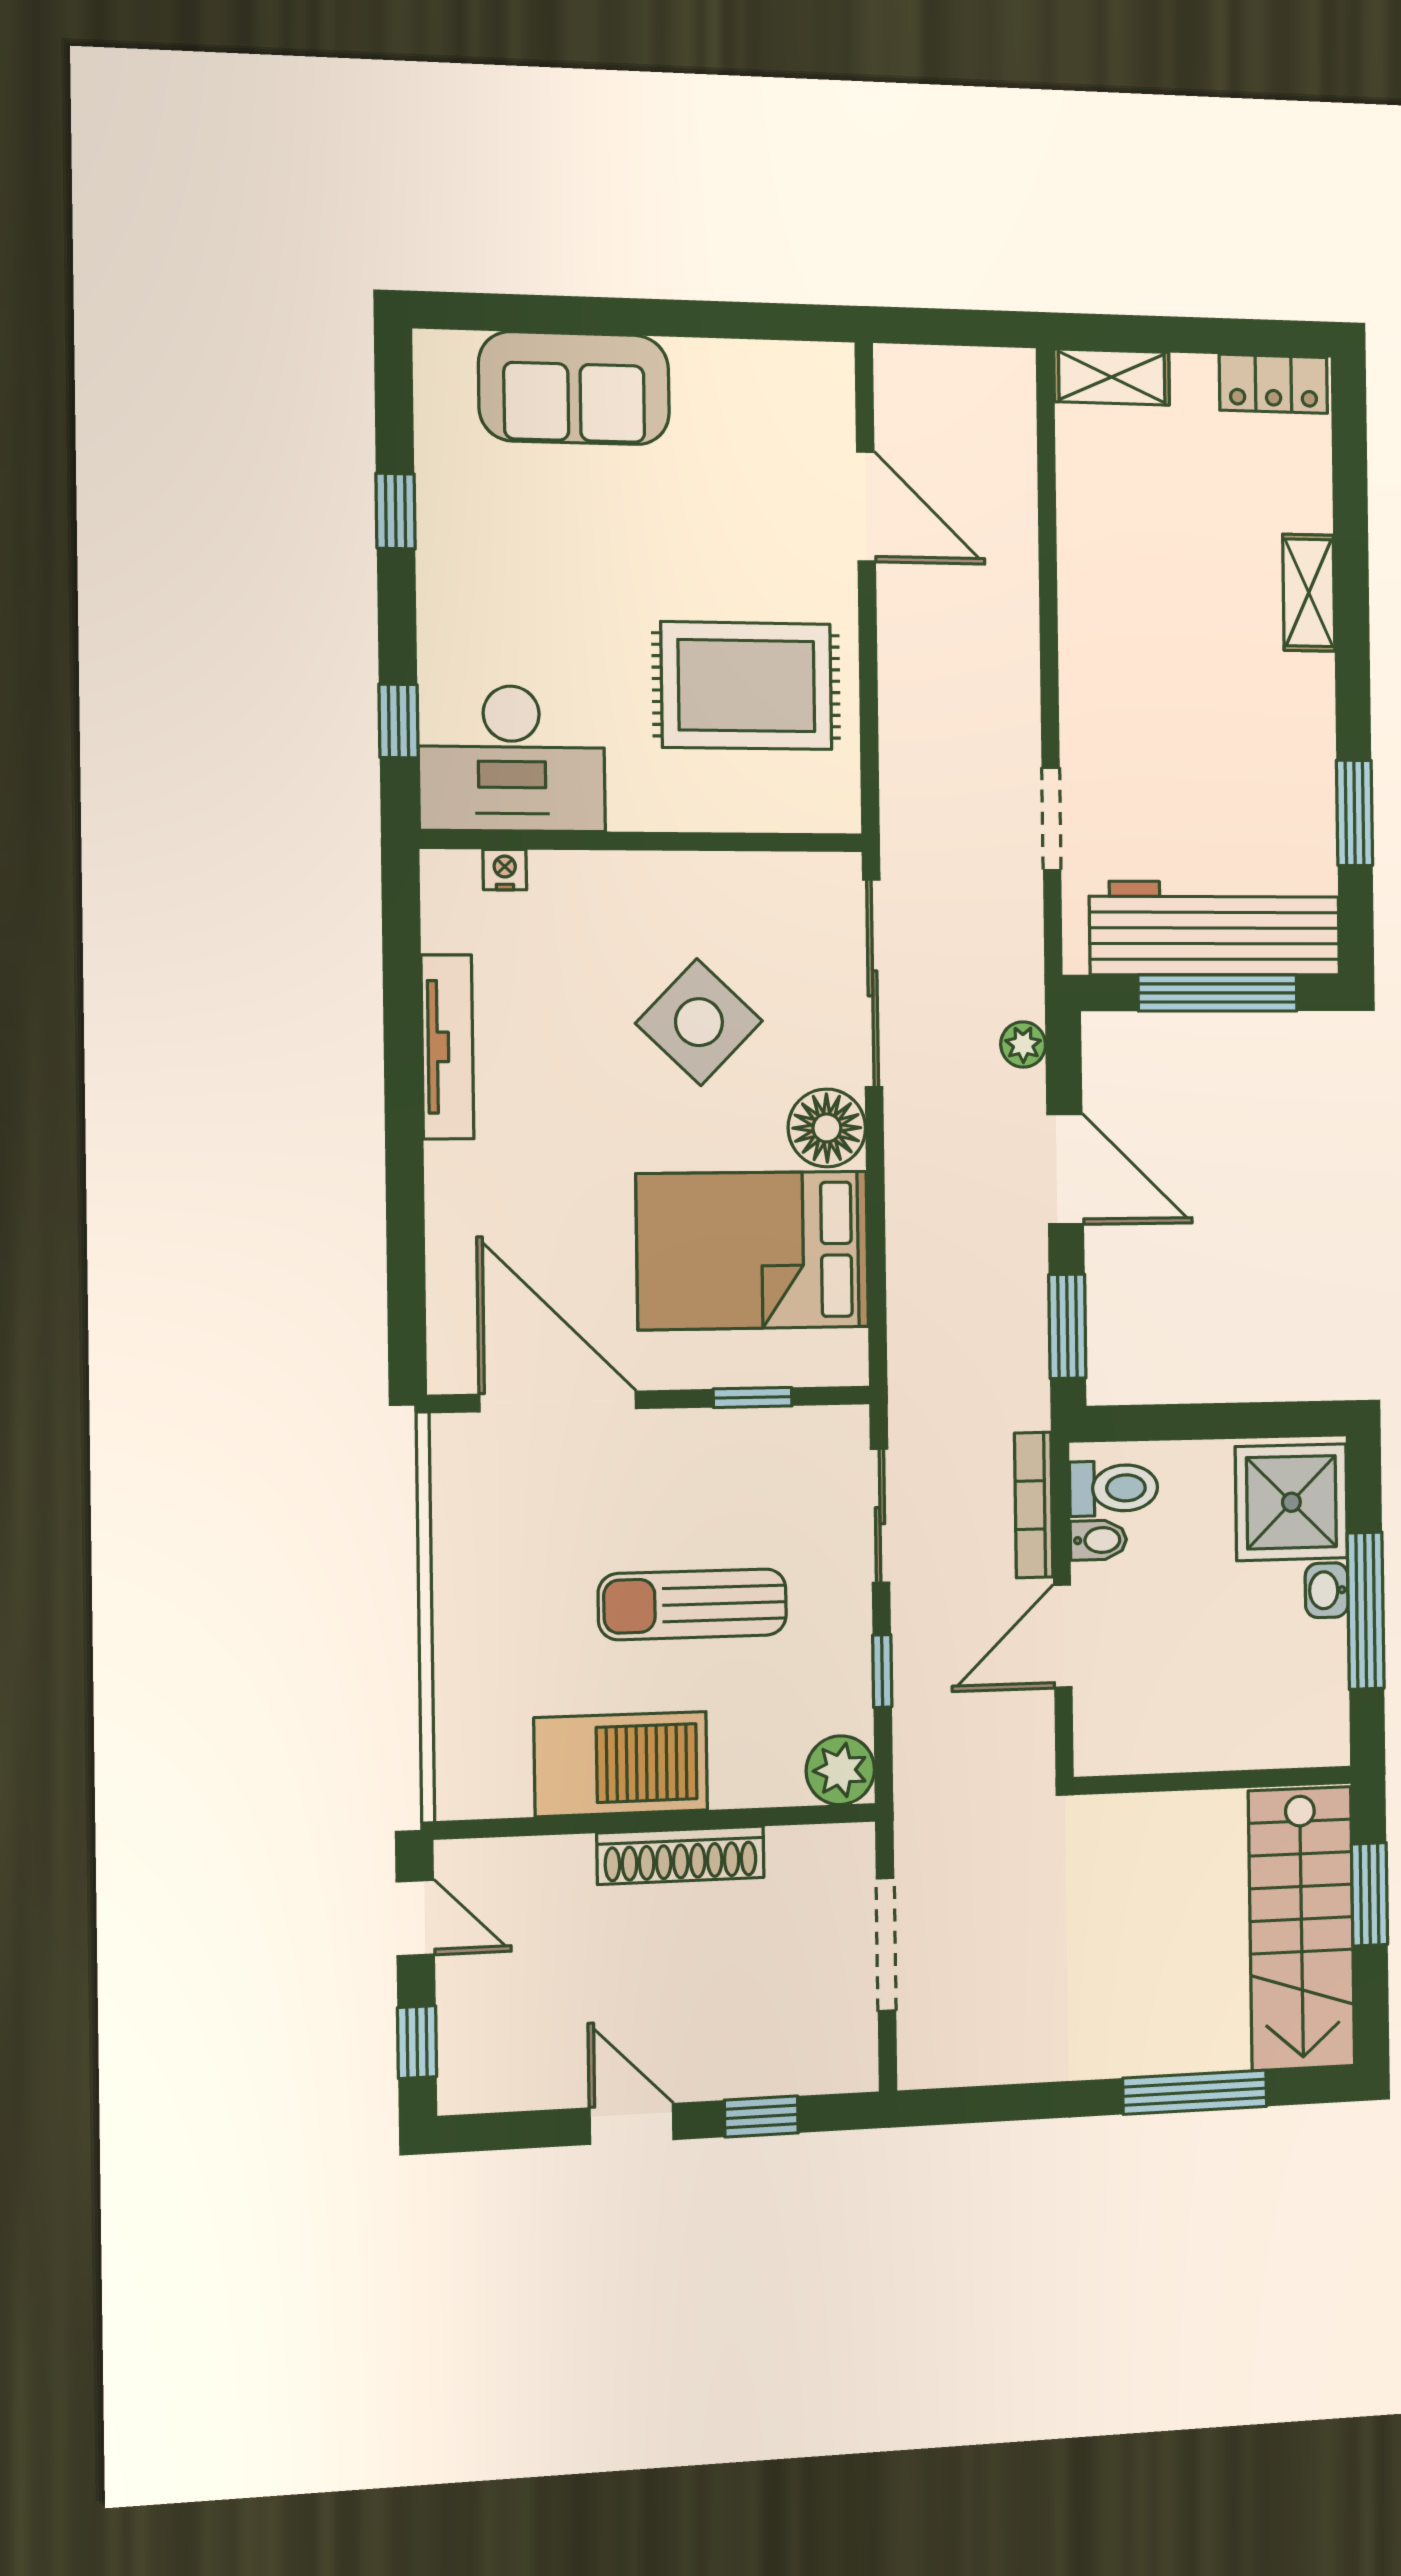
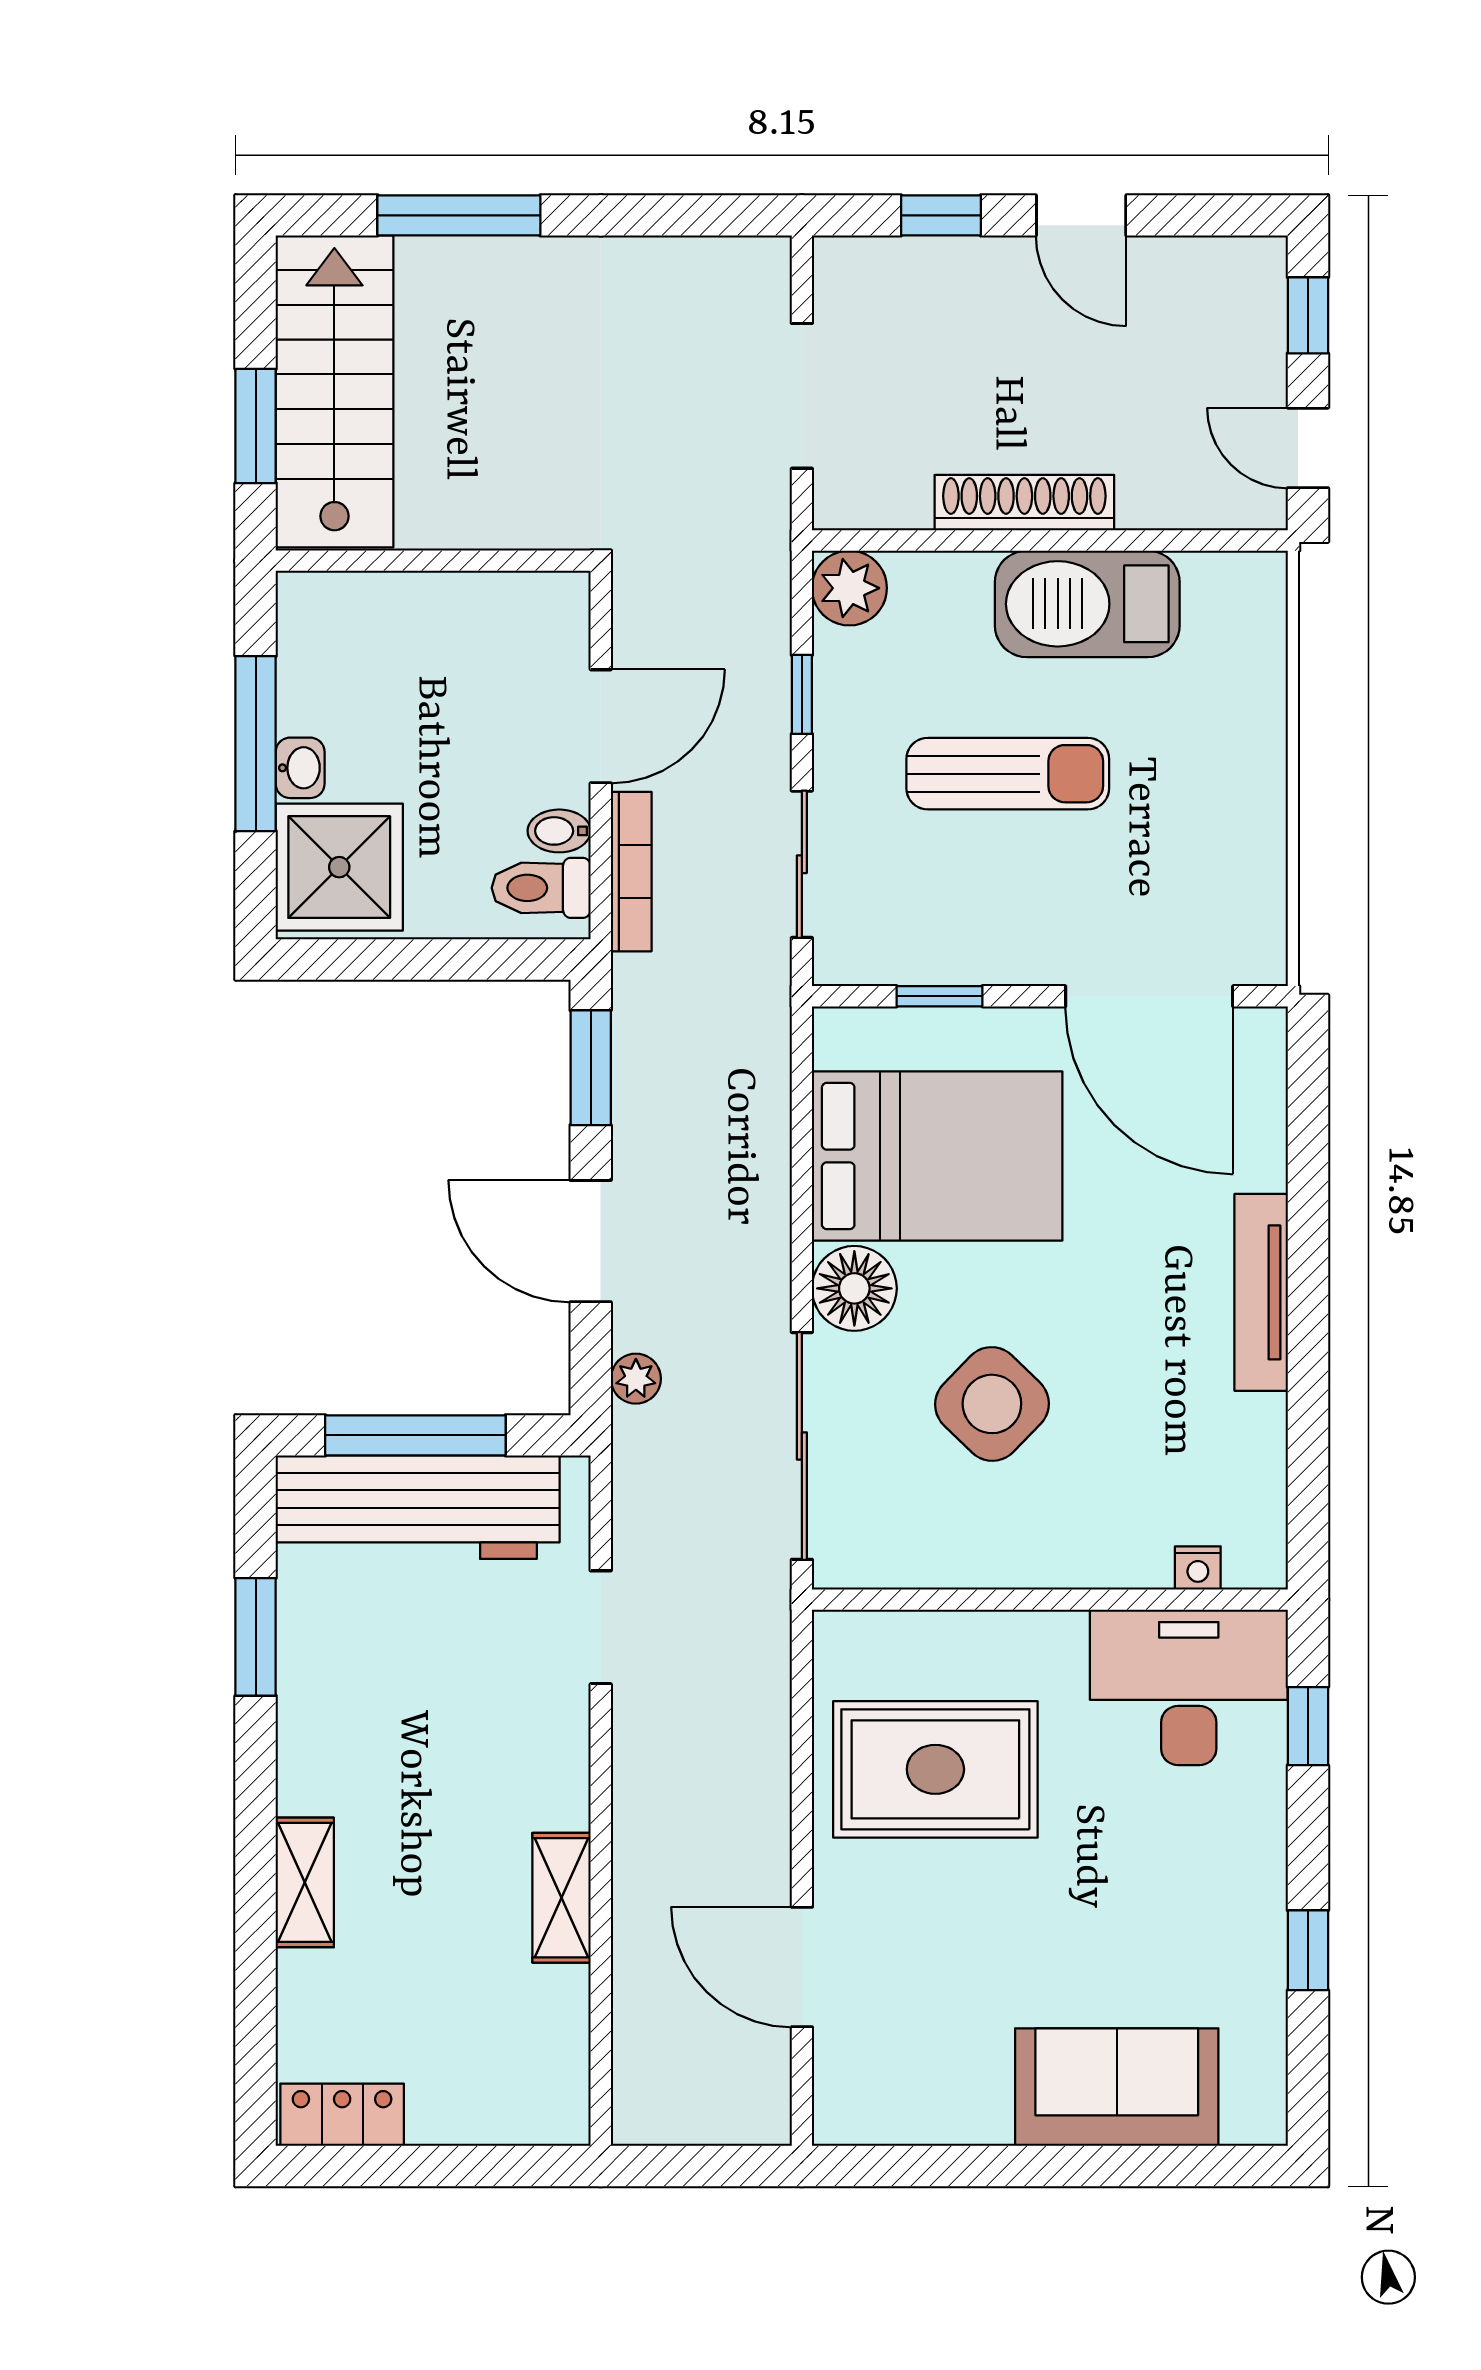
shelving: (1112, 377) -> (562, 1898), moved, turned 90
tv unit: (447, 1047) -> (1261, 1292), moved

